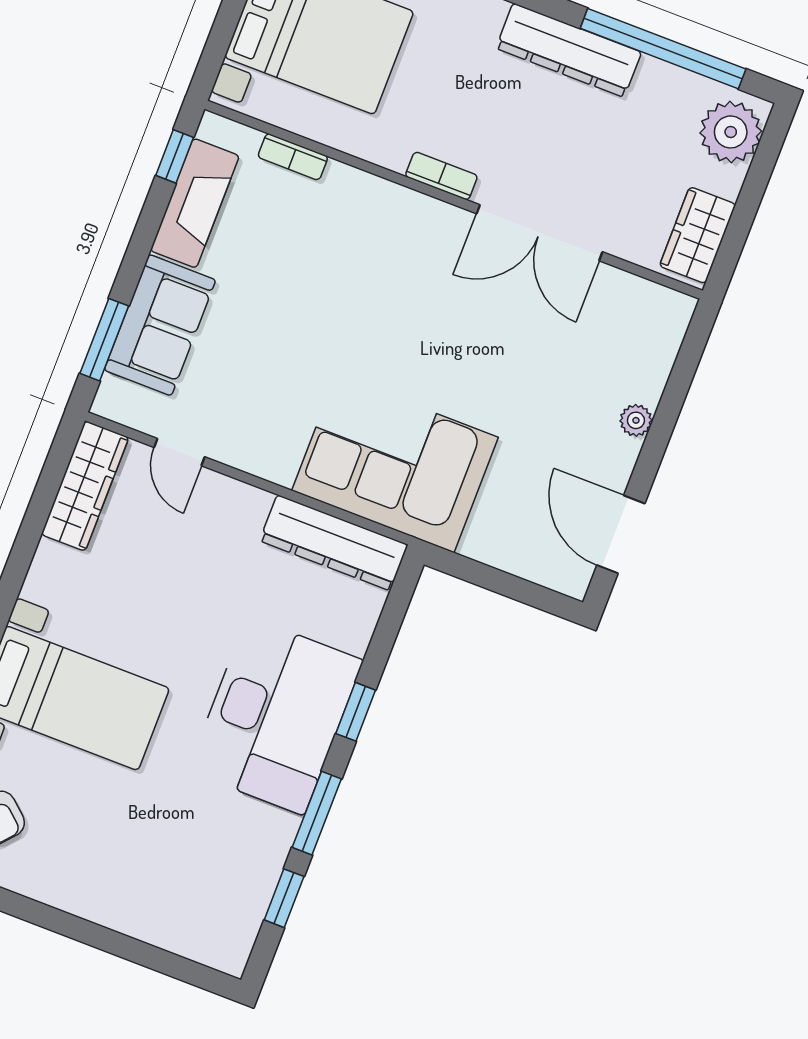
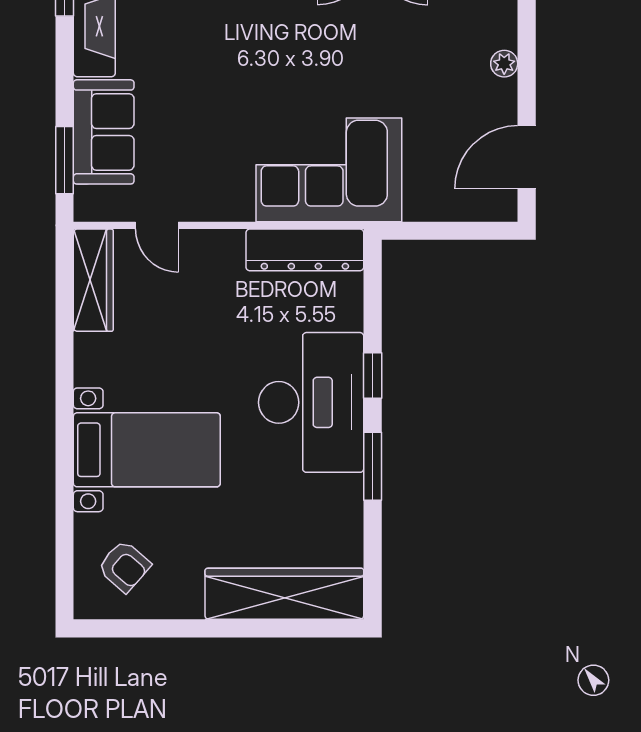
door: (621, 534) -> (527, 157), hinge flipped
window: (284, 898) -> (373, 543), removed
wardrobe: (164, 918) -> (284, 594), added

